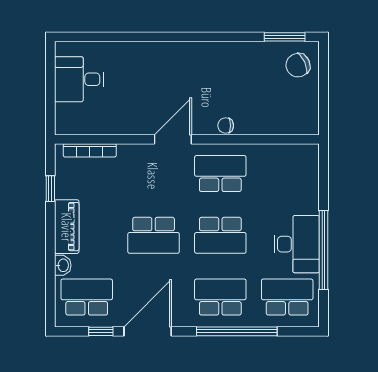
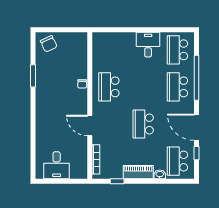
window: (285, 37) -> (33, 76), moved
door: (173, 139) -> (90, 126), moved
school desk: (154, 235) -> (143, 124), turned 180
school desk: (220, 235) -> (143, 87), removed
desk: (297, 244) -> (148, 45), width x0.73
window: (324, 250) -> (151, 30), removed

